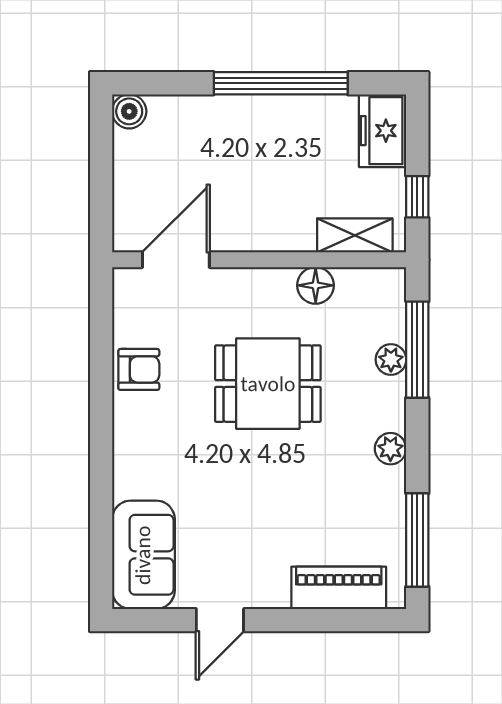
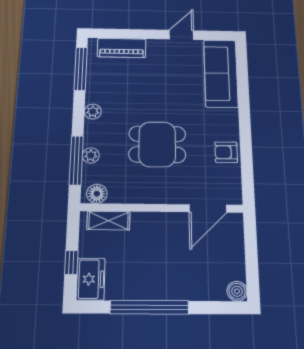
window: (417, 197) -> (71, 262), moved
floor lamp: (316, 285) -> (97, 194), moved
sofa: (143, 555) -> (221, 73), width x1.36

